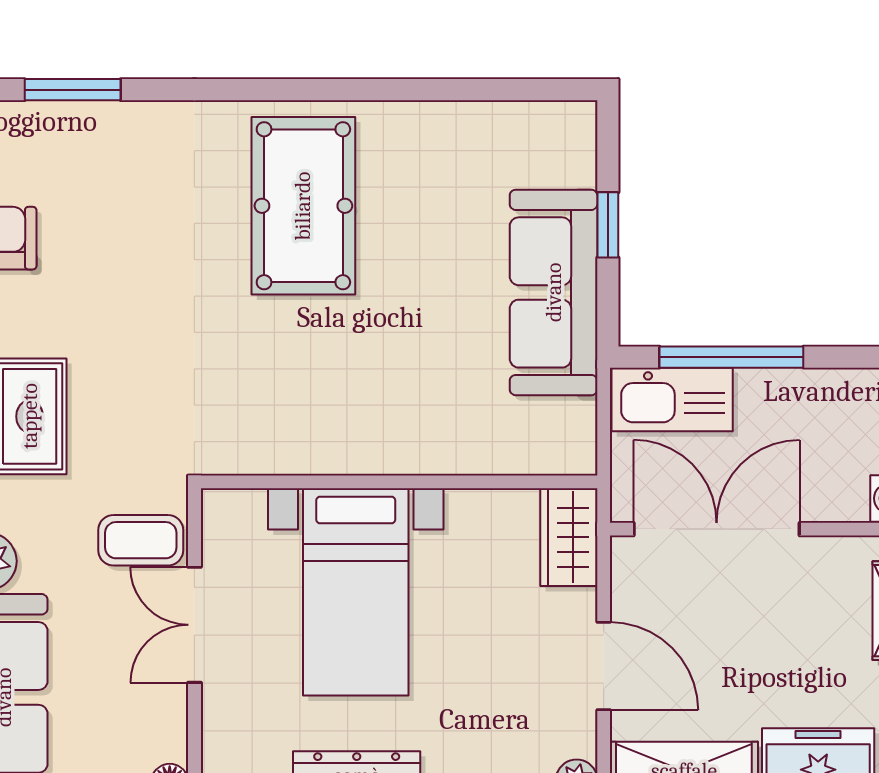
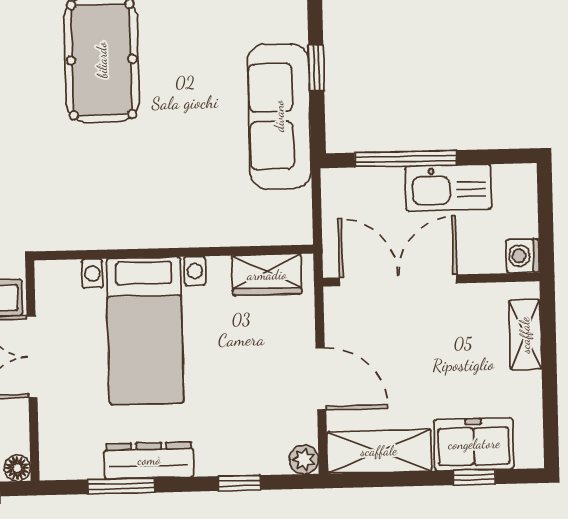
kitchen sink: (672, 400) -> (448, 188), moved
wardrobe: (569, 537) -> (267, 275), moved, turned -90

